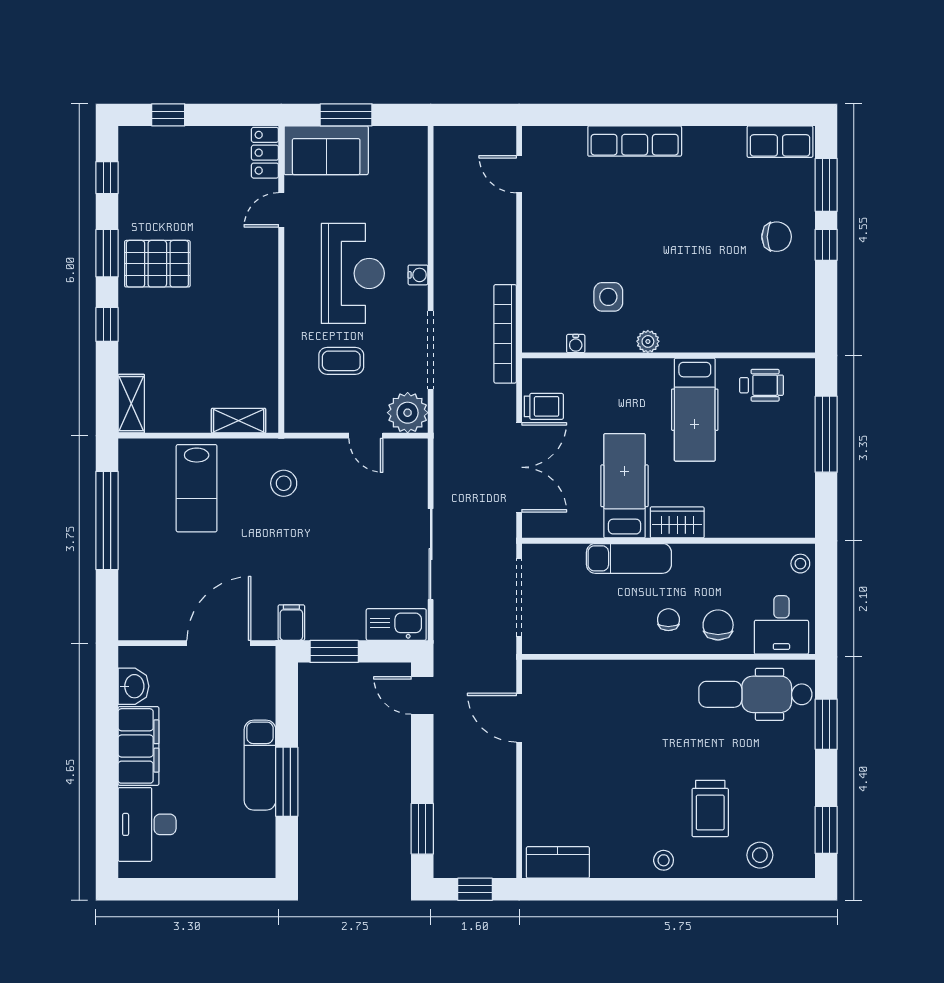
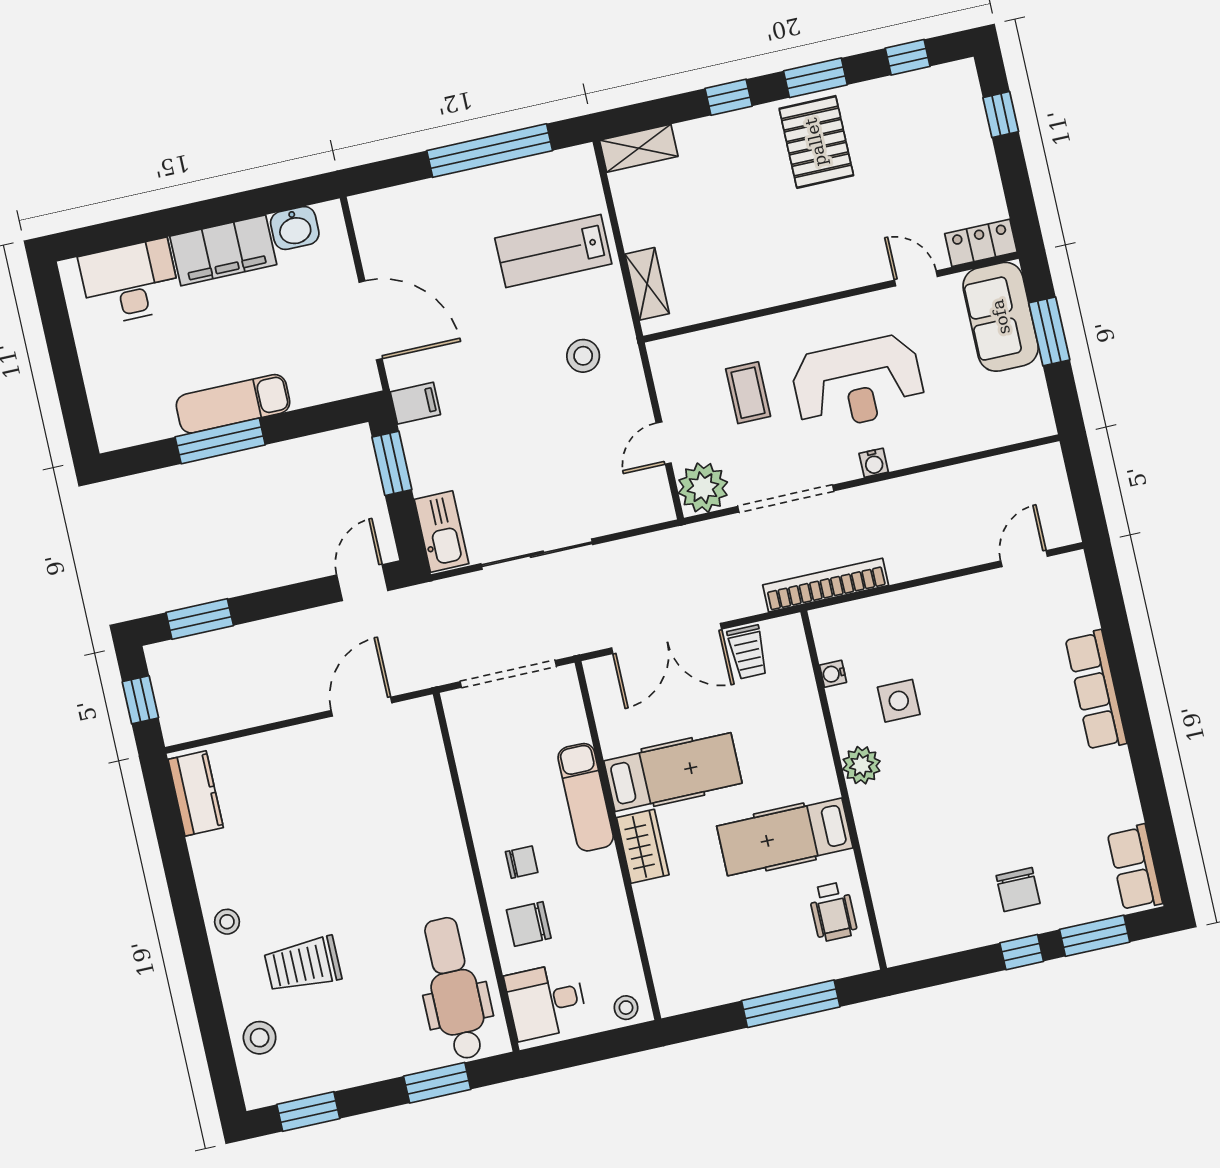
plant: (648, 341) -> (861, 765), width x1.38, depth x1.38
chair: (718, 625) -> (529, 924), turned 180

